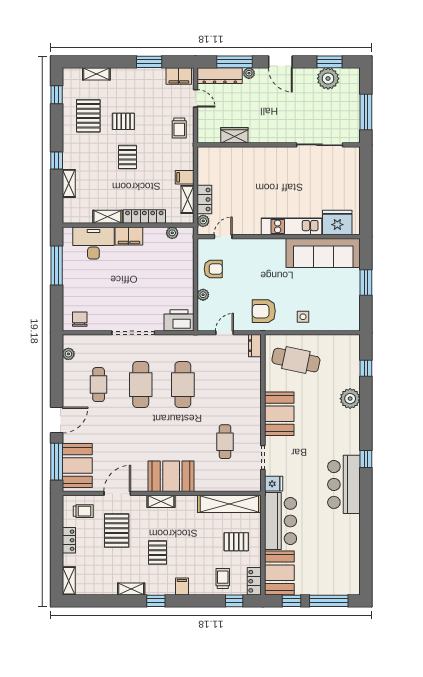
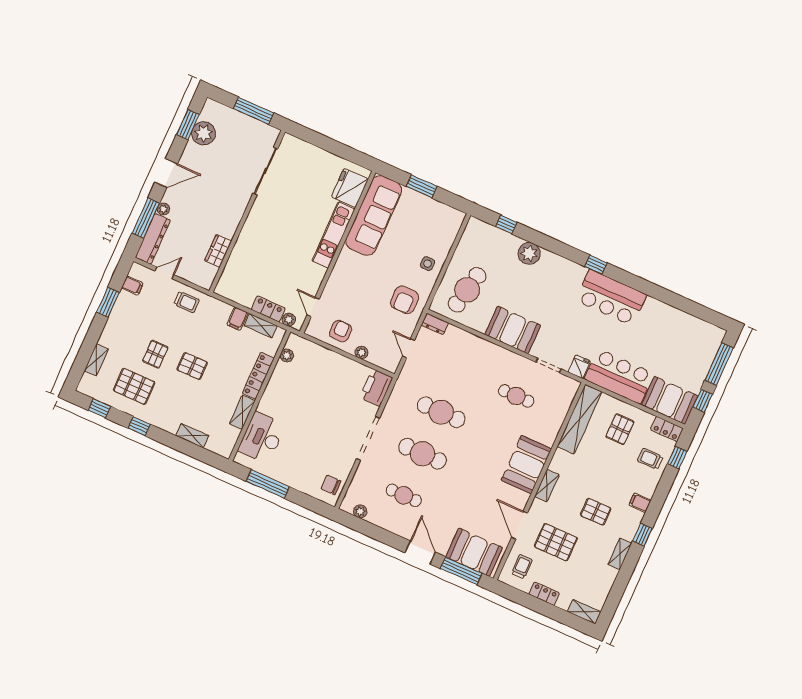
filing cabinet: (179, 76) -> (132, 286), width x0.50
window: (57, 160) -> (139, 426), moved
filing cabinet: (129, 236) -> (271, 400), removed

